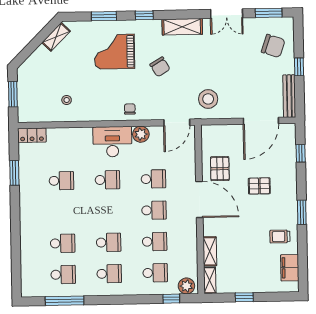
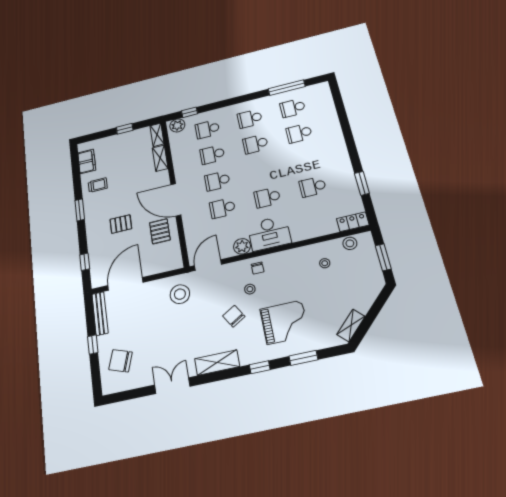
window: (269, 13) -> (128, 395), removed
stool: (141, 90) -> (250, 289), added
stool: (39, 114) -> (350, 243), added

